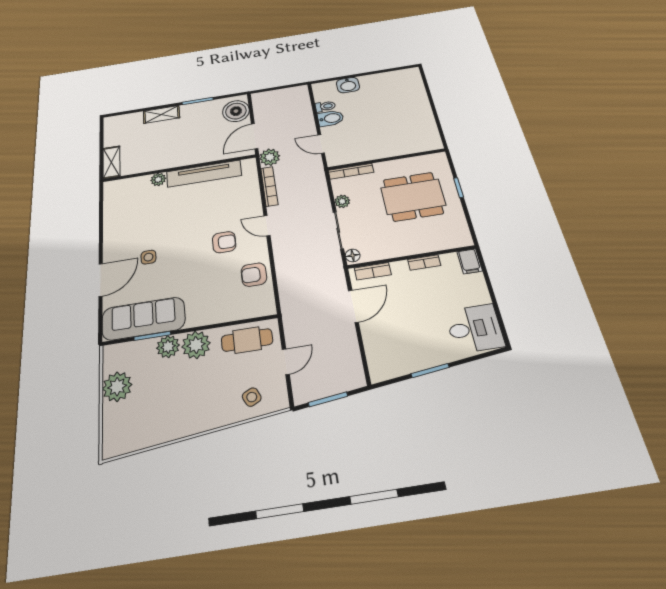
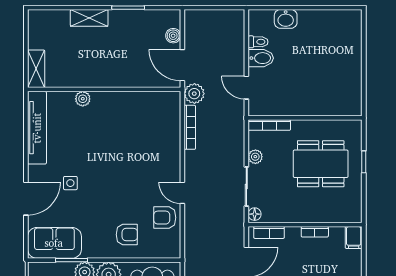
boiler: (236, 111) -> (173, 36), width x0.54, depth x0.54
door: (255, 136) -> (182, 65), hinge flipped
tv unit: (204, 174) -> (37, 128), moved, turned -90
door: (267, 226) -> (182, 193), moved
armchair: (224, 242) -> (127, 235), moved
sofa: (143, 319) -> (54, 243), width x0.73

